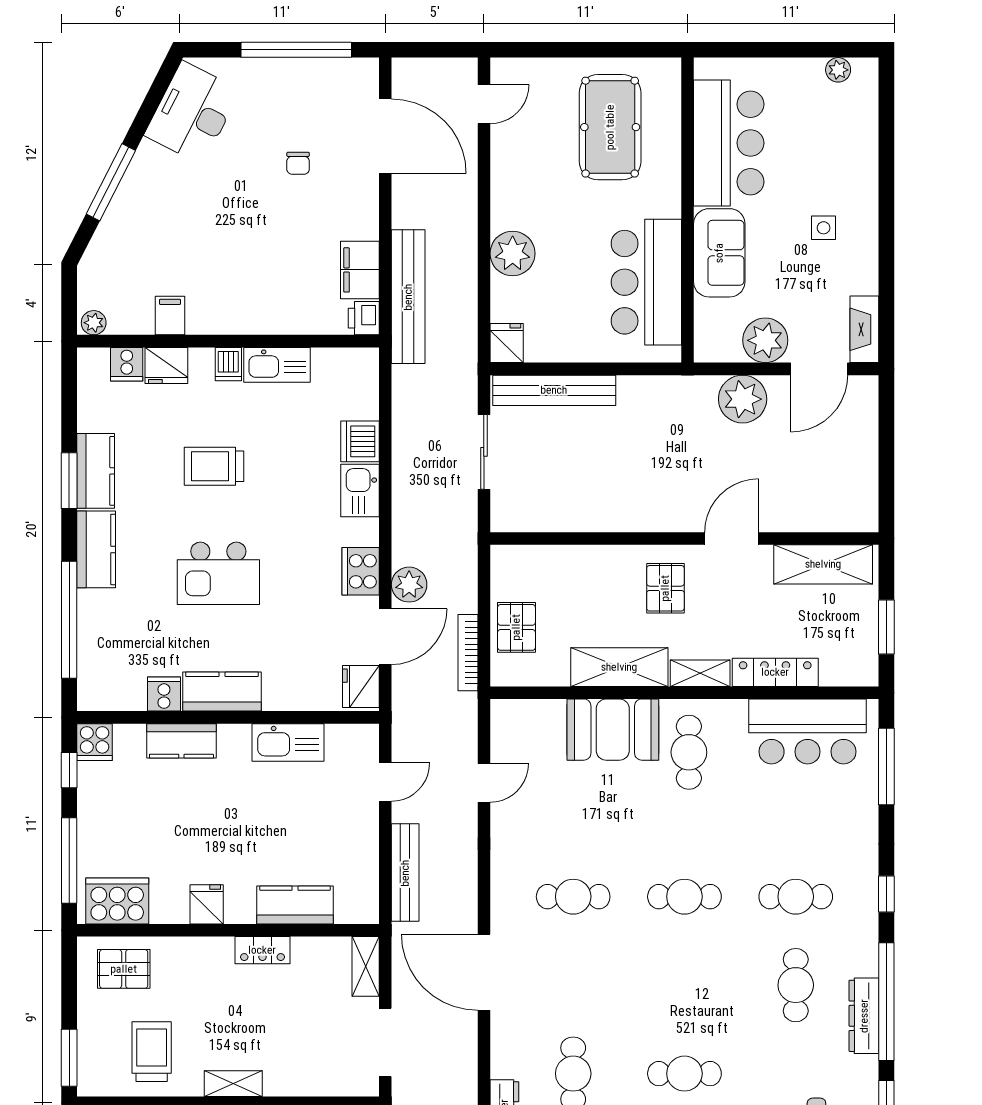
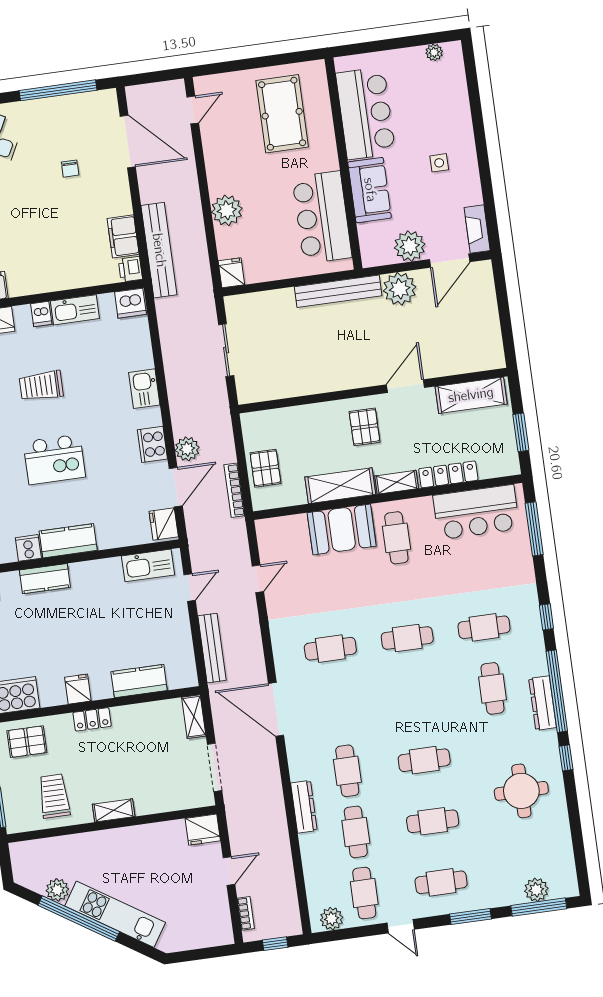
bench: (554, 390) -> (338, 291), moved
dishwasher: (360, 441) -> (130, 303), moved, turned -90
kitchen sink: (288, 742) -> (148, 565), moved
locker: (262, 950) -> (92, 719), moved

